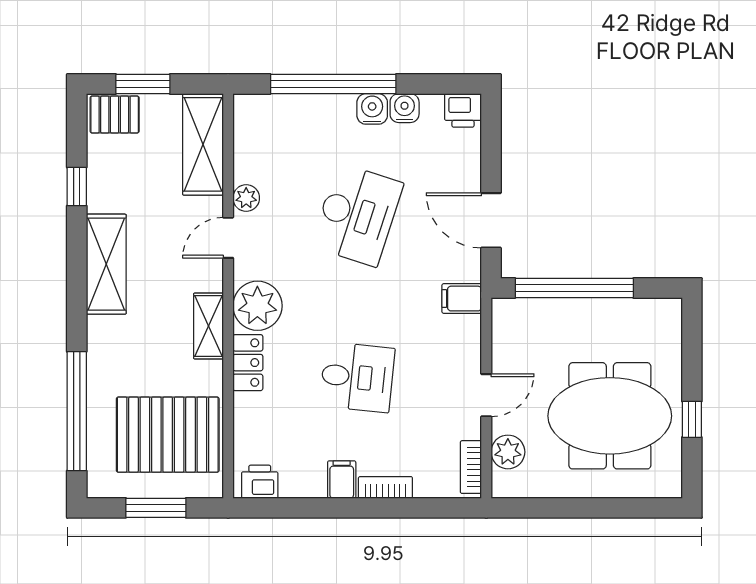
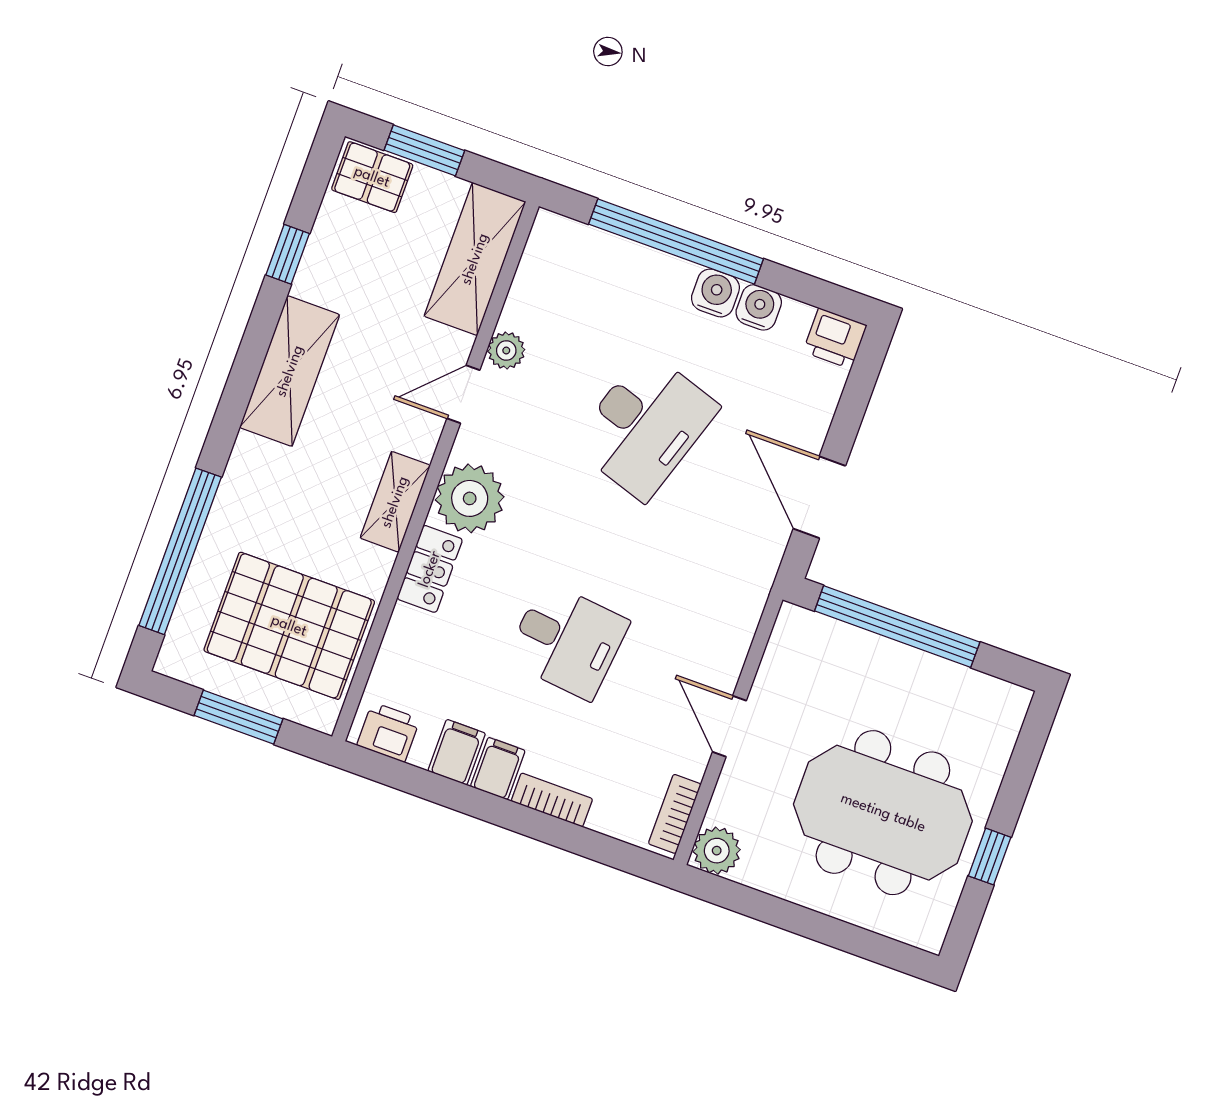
filing cabinet: (462, 299) -> (457, 752), moved, turned 90
door: (486, 395) -> (729, 726), swing flipped
plant: (508, 452) -> (717, 851), moved

